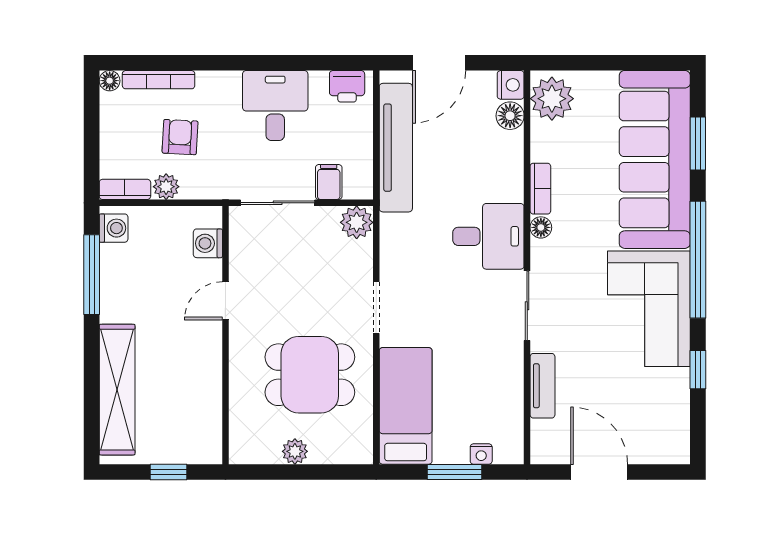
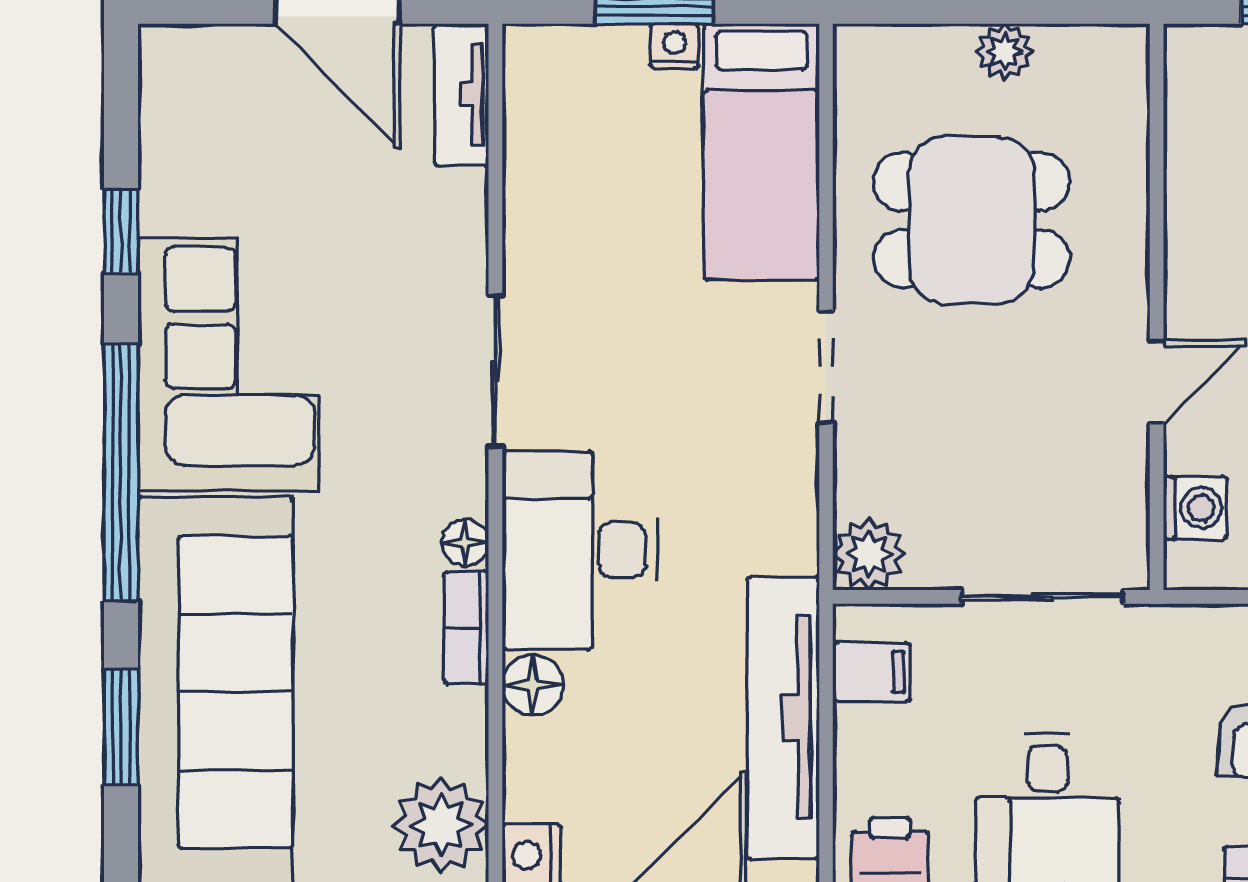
floor lamp: (510, 116) -> (533, 685), moved
filing cabinet: (329, 182) -> (871, 672), moved, turned -90
desk: (488, 236) -> (580, 550), width x1.37
tv unit: (542, 386) -> (462, 95), moved
nightstand: (481, 454) -> (675, 46), moved

